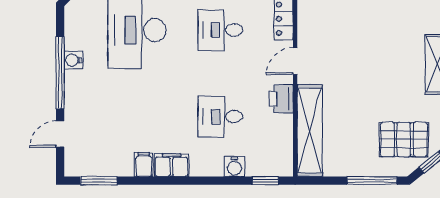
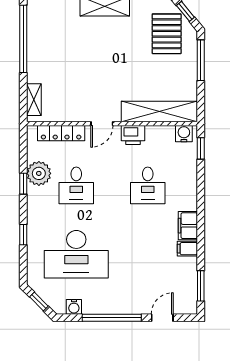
water cooler: (73, 60) -> (74, 307), moved
door: (295, 61) -> (102, 124), hinge flipped
door: (60, 134) -> (162, 318), swing flipped
water cooler: (234, 167) -> (184, 134), moved, turned -90

